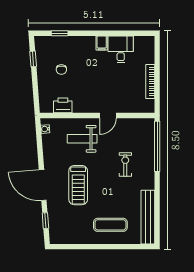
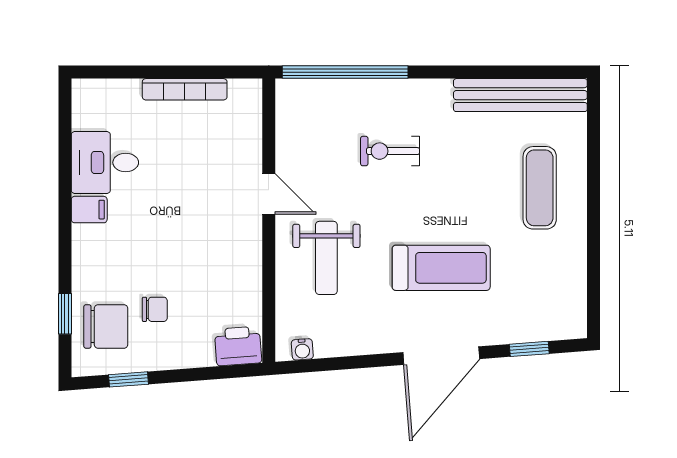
chair: (54, 50) -> (106, 326), added
printer: (63, 105) -> (238, 346), moved, turned 86

